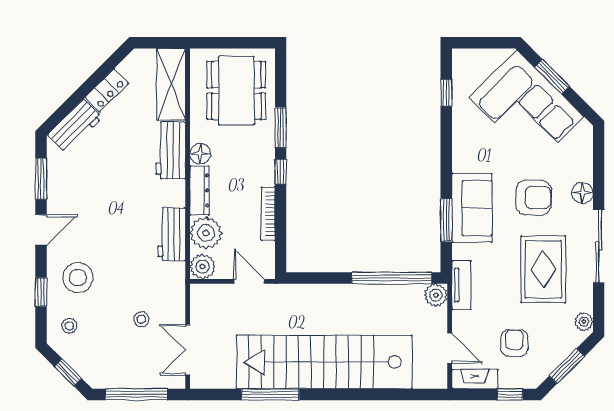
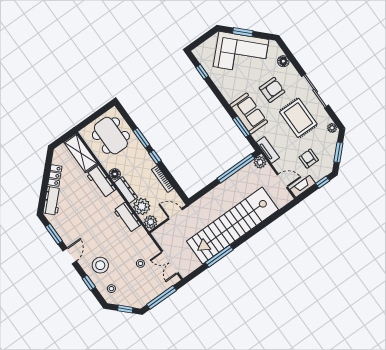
floor lamp: (582, 193) -> (283, 61), moved

